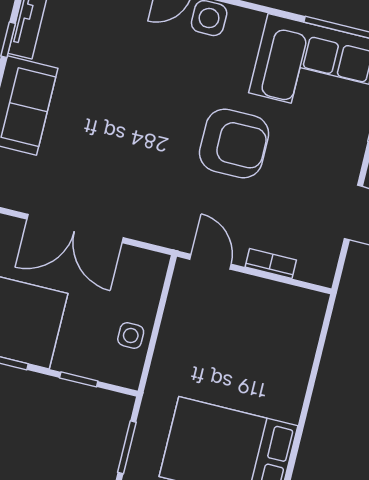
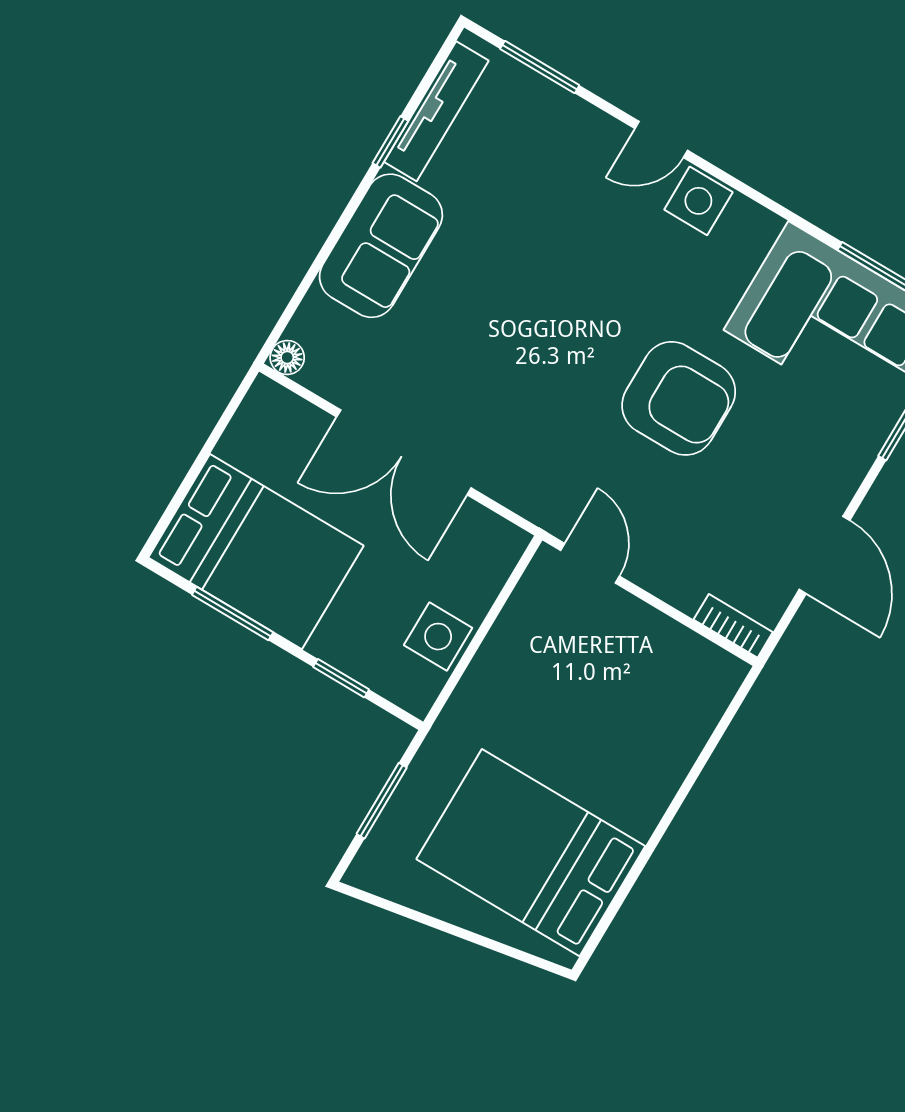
bookcase: (271, 264) -> (733, 626), moved
side table: (131, 335) -> (438, 637), width x1.37, depth x1.37

